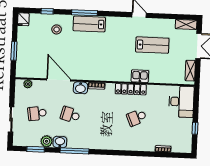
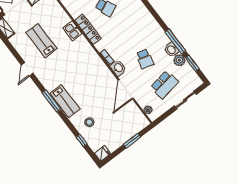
window: (84, 13) -> (51, 101), moved
school desk: (37, 113) -> (164, 85), width x1.85
window: (74, 151) -> (175, 41), moved

